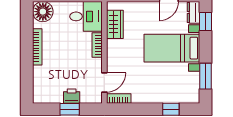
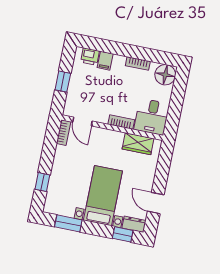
bookcase: (37, 47) -> (138, 63), width x0.64
filing cabinet: (41, 73) -> (105, 61), added
printer: (72, 96) -> (90, 57), moved, turned 90

